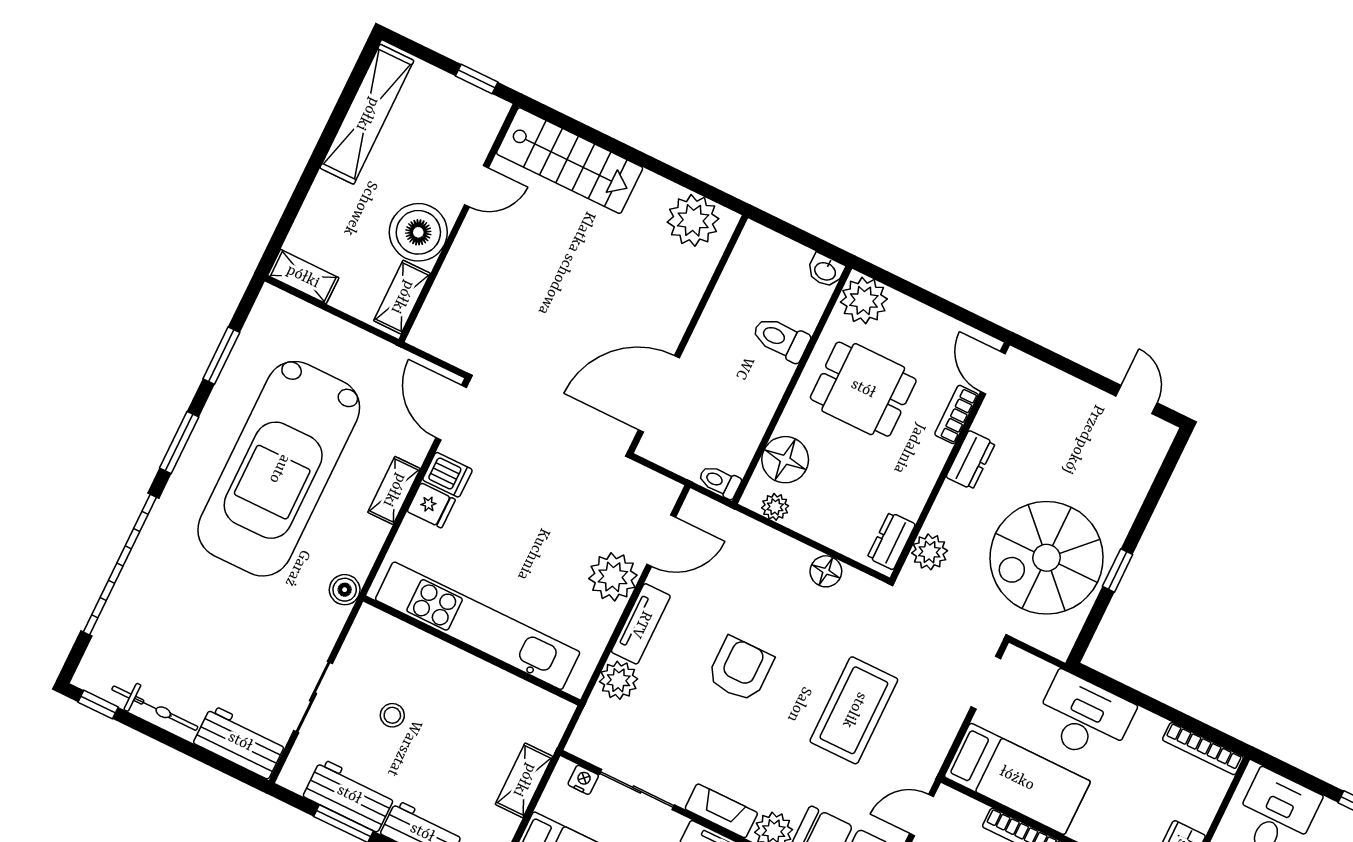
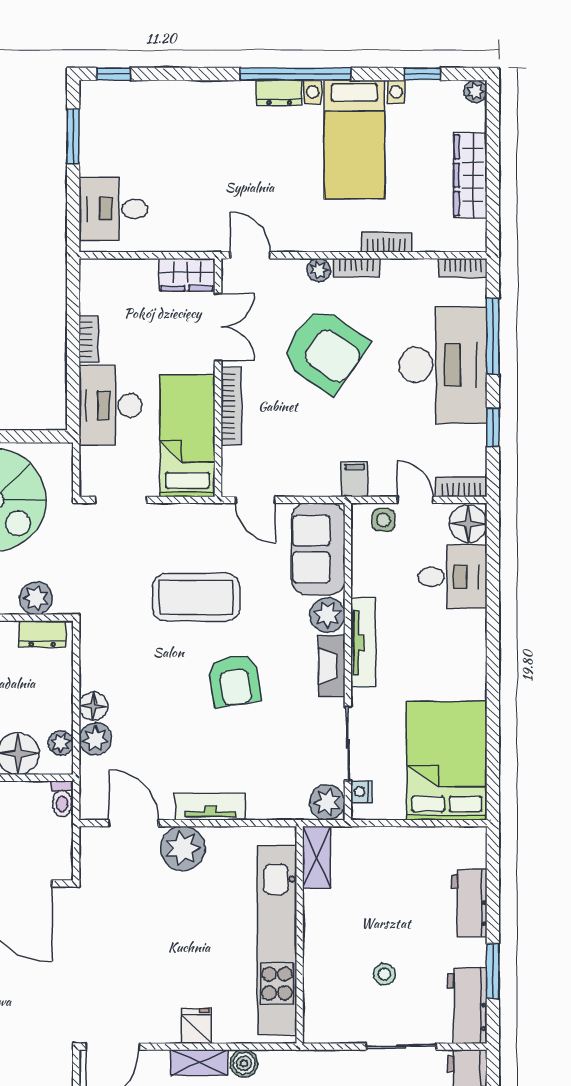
dishwasher: (447, 475) -> (165, 1025), removed
plant: (762, 543) -> (95, 739), added
floor lamp: (826, 571) -> (93, 706), moved
boiler: (345, 590) -> (244, 1063), moved
armchair: (740, 669) -> (235, 681), moved, turned -100
plant: (618, 680) -> (327, 802), moved
bookcase: (1203, 749) -> (89, 339), moved, width x0.64
shelving: (524, 780) -> (317, 857), moved, turned 90
workbench: (349, 795) -> (467, 1006), moved

